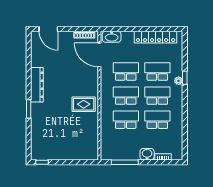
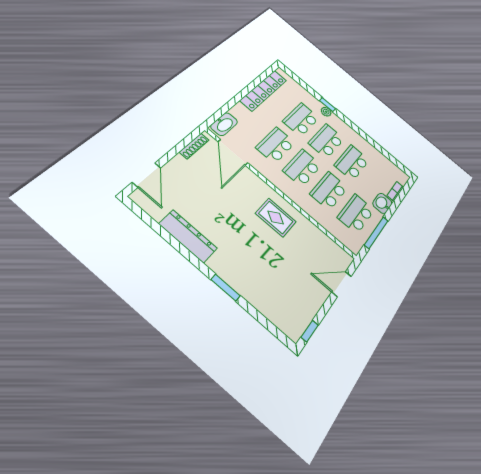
door: (48, 29) -> (147, 175), hinge flipped
door: (99, 55) -> (233, 152), hinge flipped
dresser: (37, 85) -> (188, 236), moved
rug: (84, 104) -> (276, 217), turned 90
school desk: (126, 144) -> (356, 214), added
door: (78, 162) -> (341, 284), added

